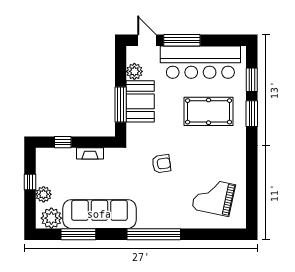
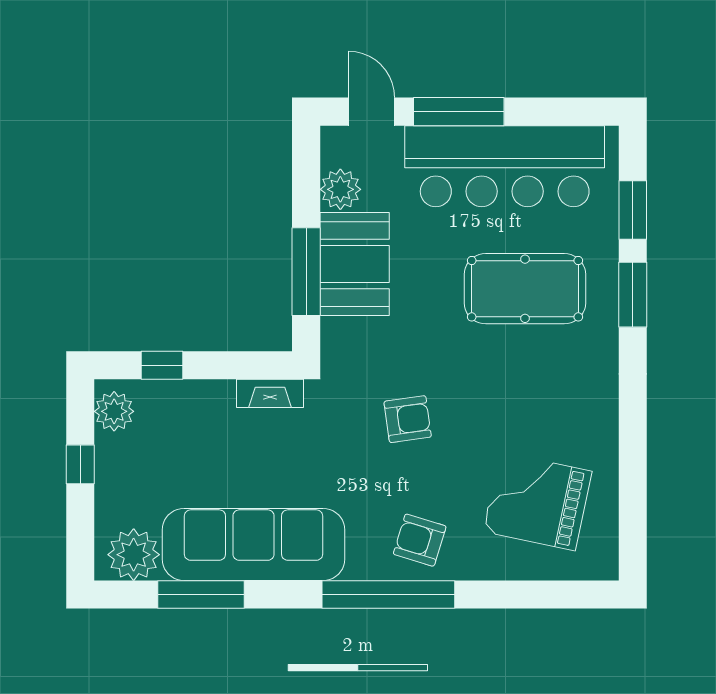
fireplace: (90, 153) -> (270, 393), moved
plant: (44, 194) -> (114, 411), moved
armchair: (166, 212) -> (420, 540), added

